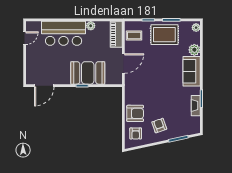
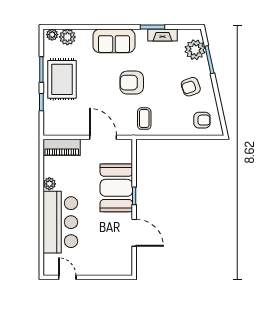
coffee table: (134, 35) -> (144, 119), moved
plant: (194, 50) -> (67, 37), moved
door: (44, 86) -> (134, 233), moved
armchair: (135, 113) -> (132, 83), moved, turned -90
plant: (185, 129) -> (195, 50), added

